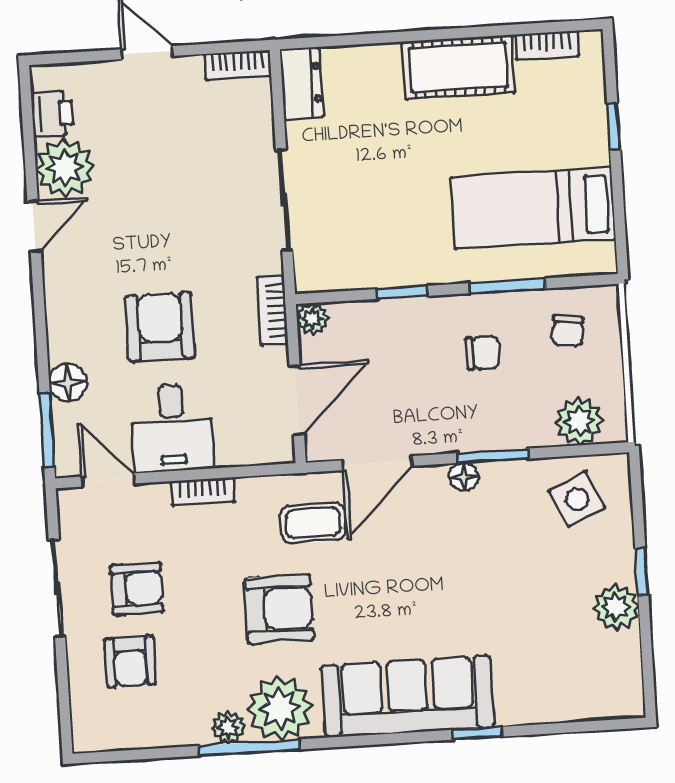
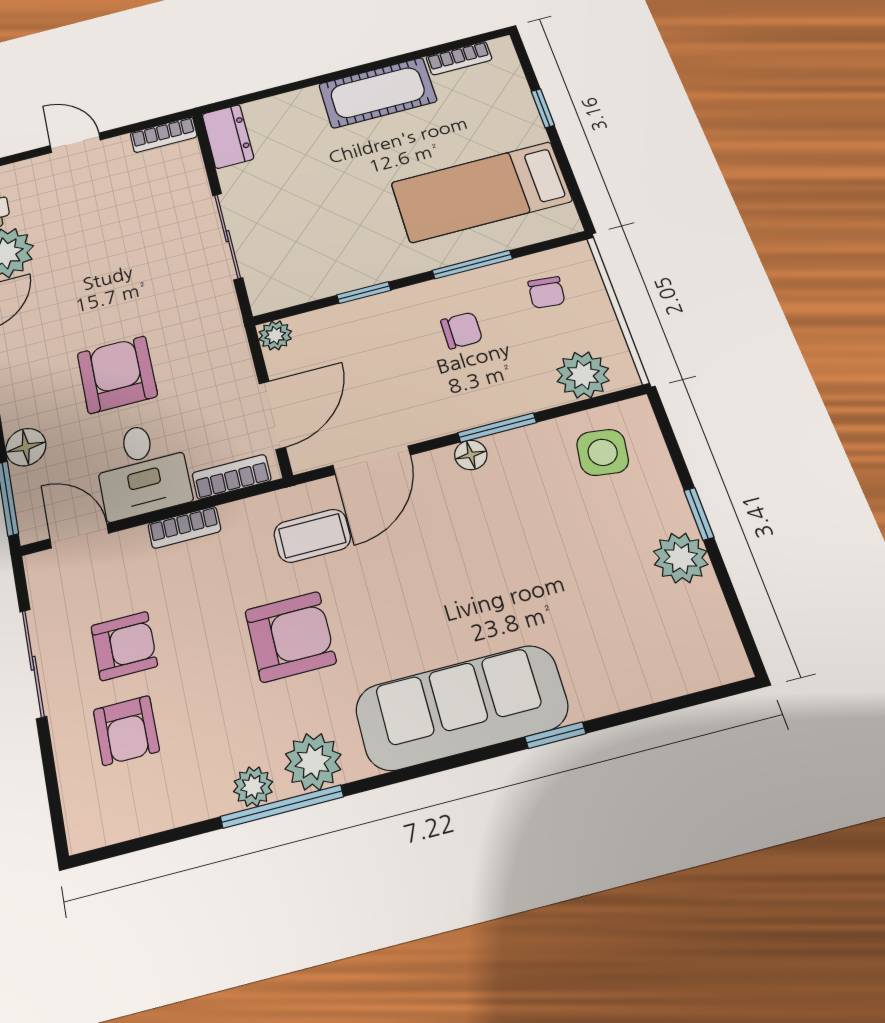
bookcase: (272, 310) -> (232, 477), moved, turned 90
side table: (577, 499) -> (603, 452), turned 33
plant: (280, 708) -> (313, 762), width x0.73, depth x0.73

